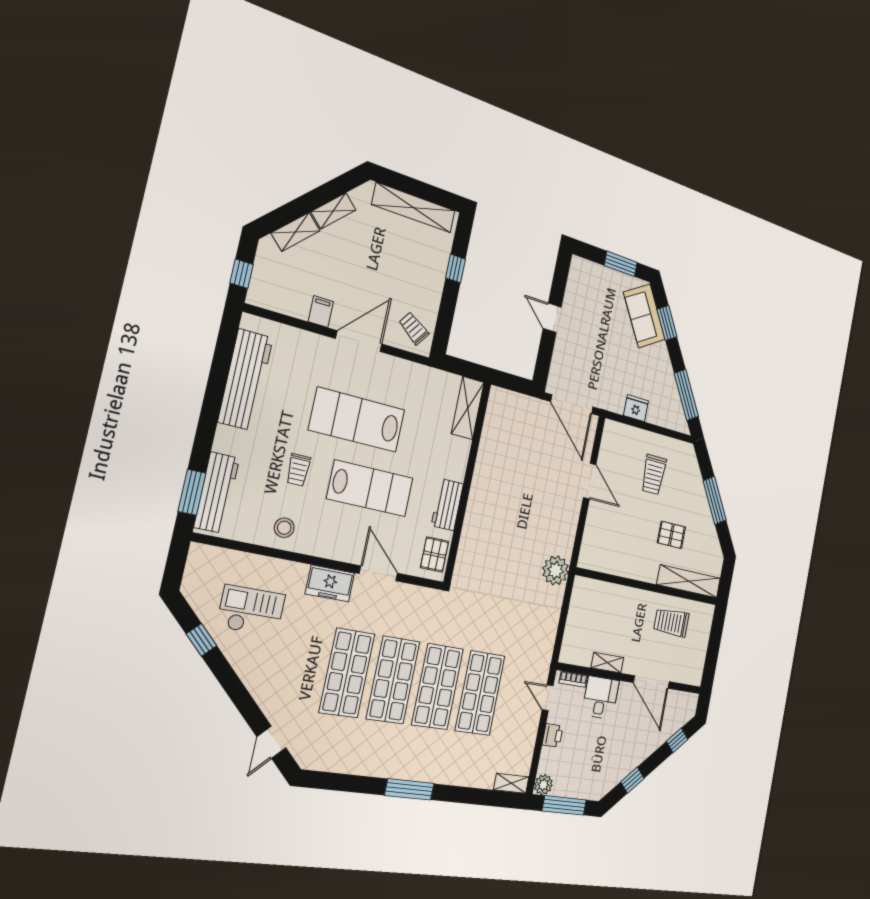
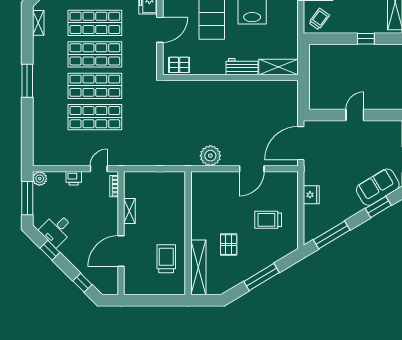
workbench: (447, 505) -> (242, 67), moved
plant: (556, 570) -> (210, 156), moved
desk: (601, 698) -> (57, 230), moved, turned 135
shelving: (511, 783) -> (38, 23), moved

